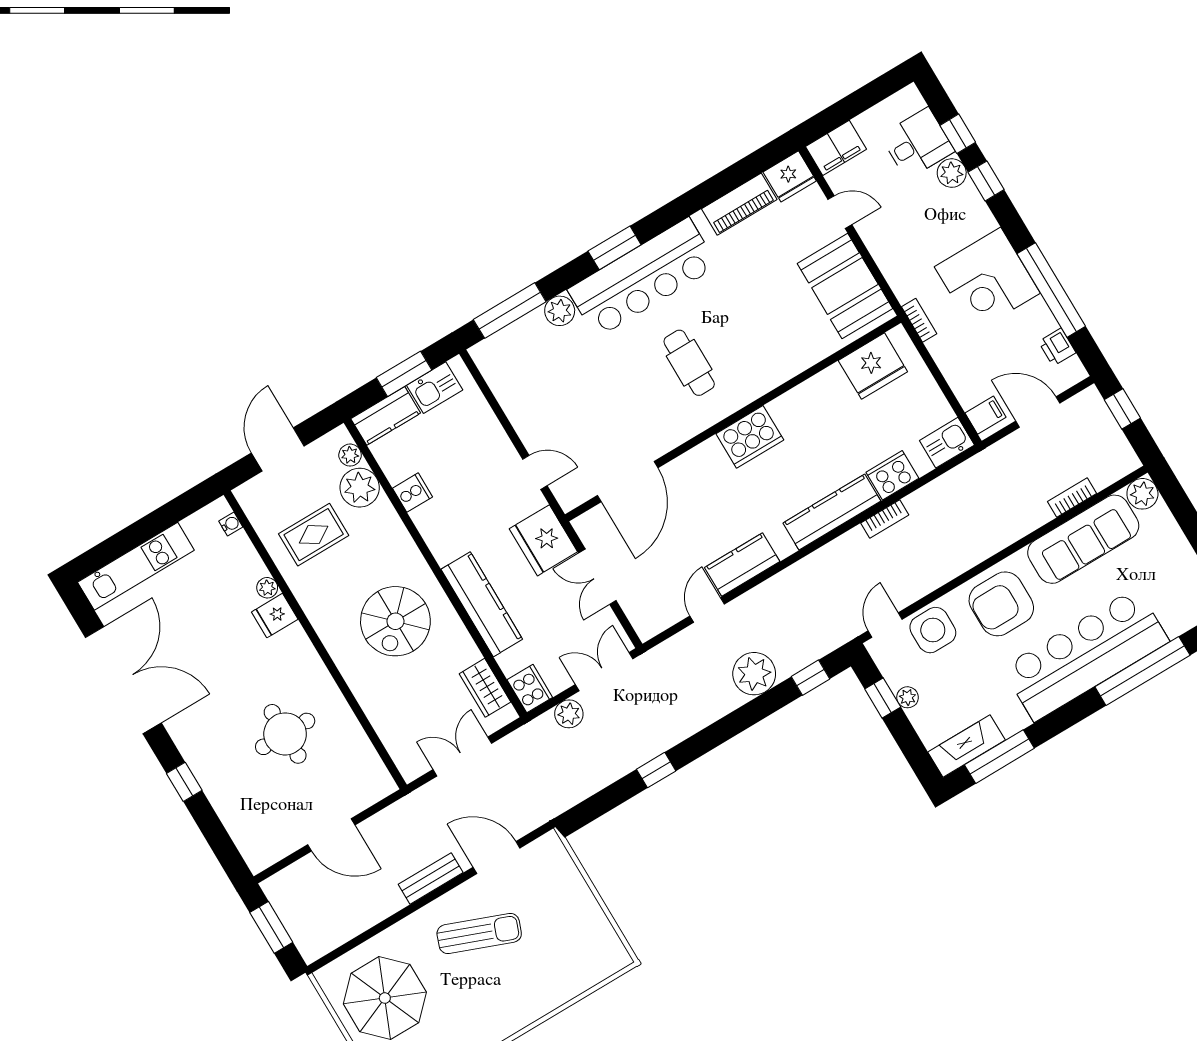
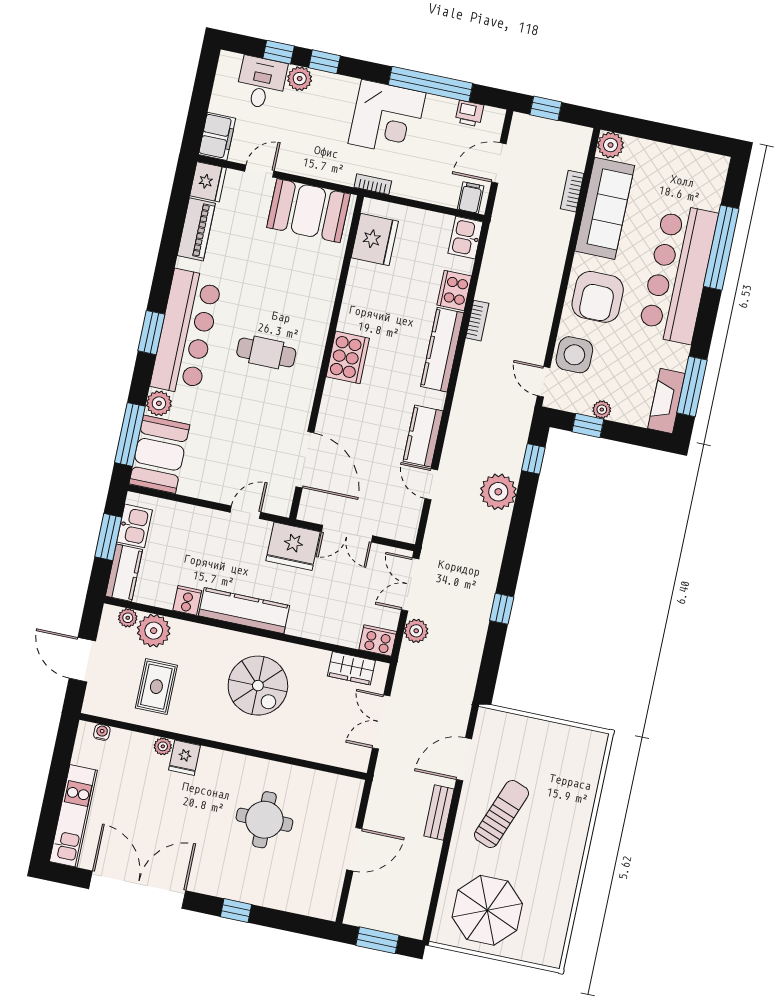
booth: (516, 352) -> (159, 454), added
kitchen counter: (482, 604) -> (244, 611), moved

